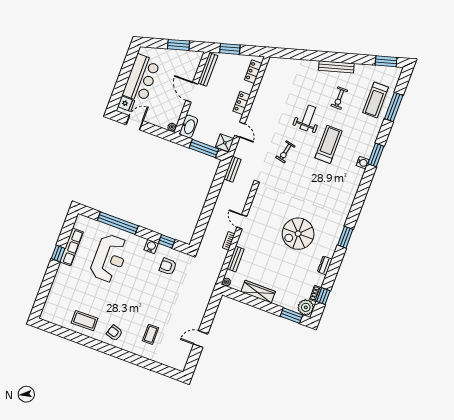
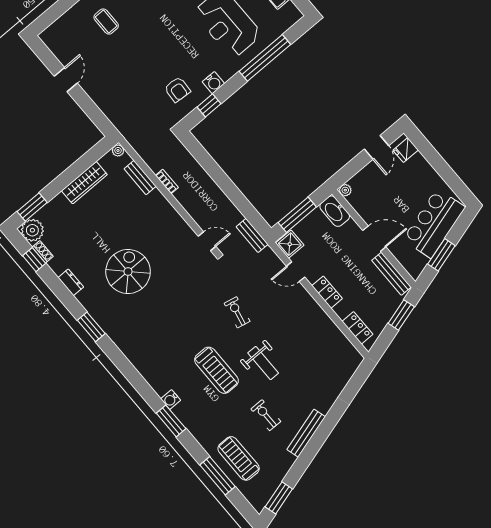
bar counter: (141, 78) -> (434, 223), moved, turned 74
door: (242, 222) -> (207, 241), moved
armchair: (168, 266) -> (177, 89), turned 94

